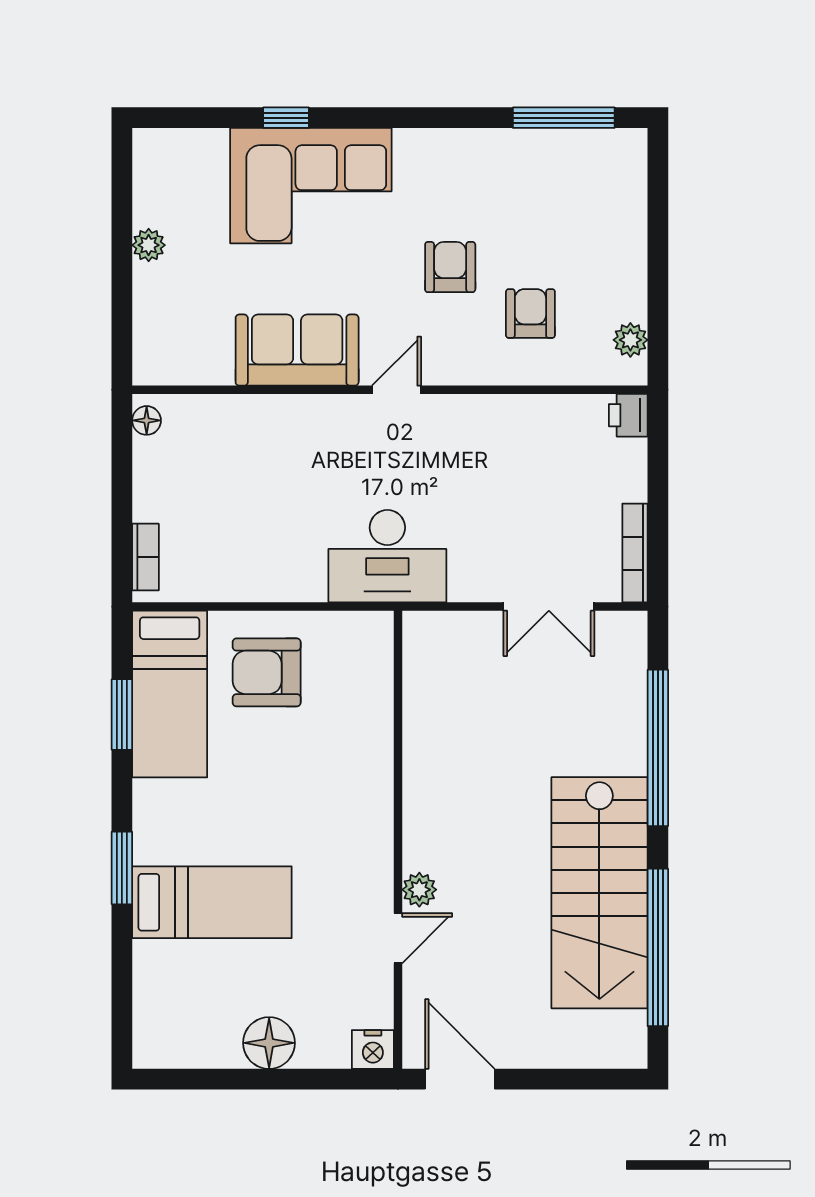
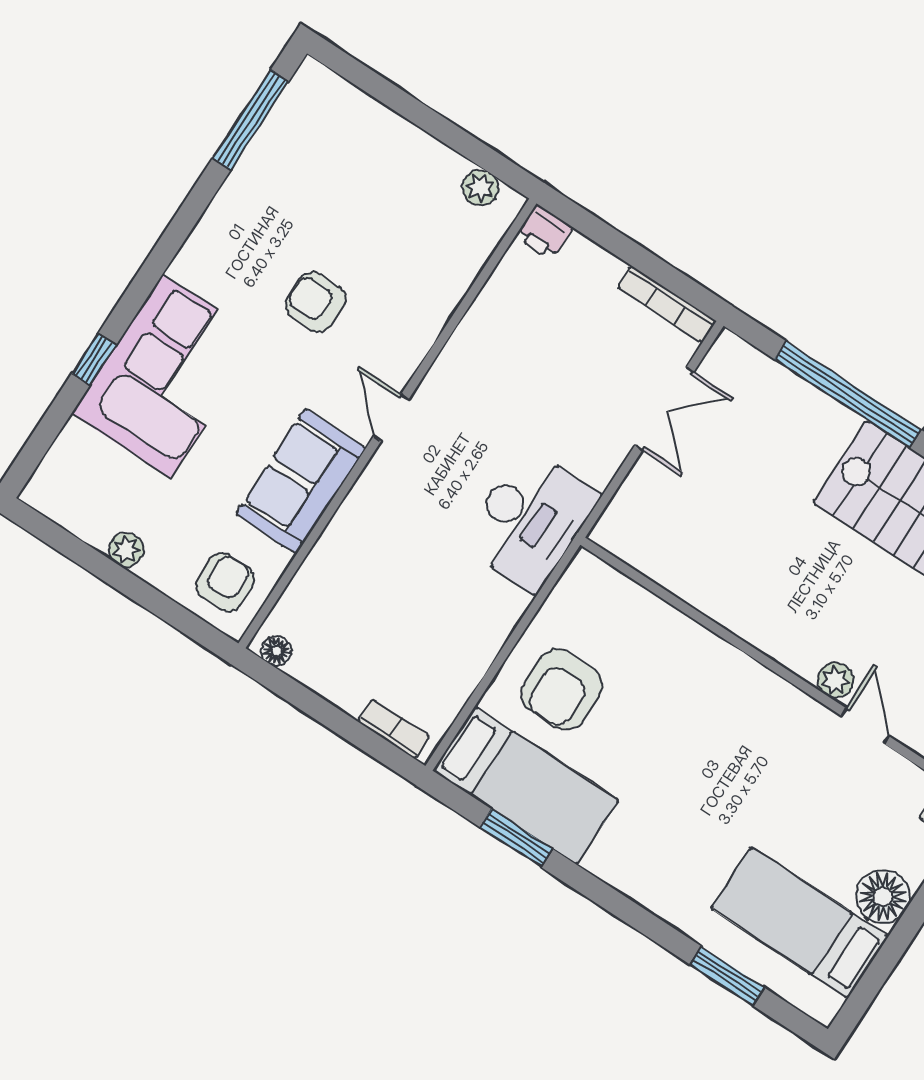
armchair: (530, 314) -> (225, 582), moved, turned 90
window: (122, 868) -> (727, 976), moved
bed: (212, 902) -> (800, 922), moved, turned -90

